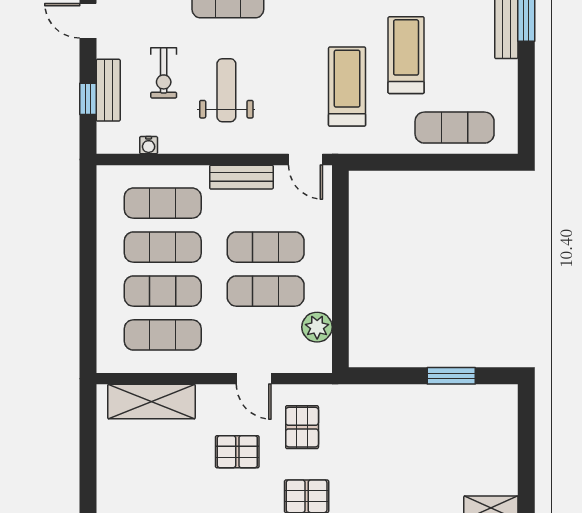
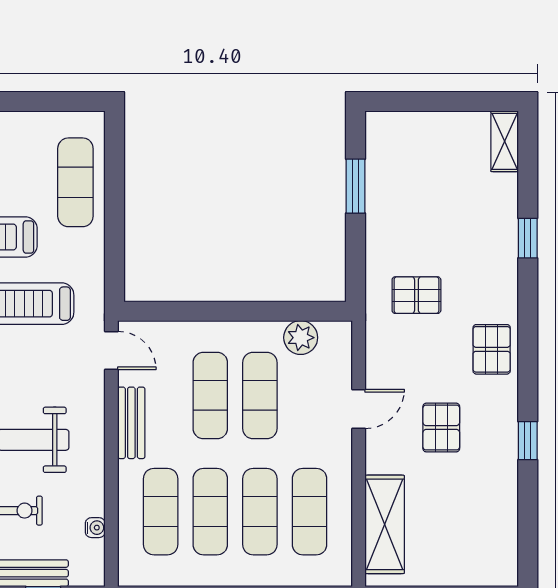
door: (305, 159) -> (111, 351), hinge flipped
pallet: (302, 427) -> (416, 295), moved

